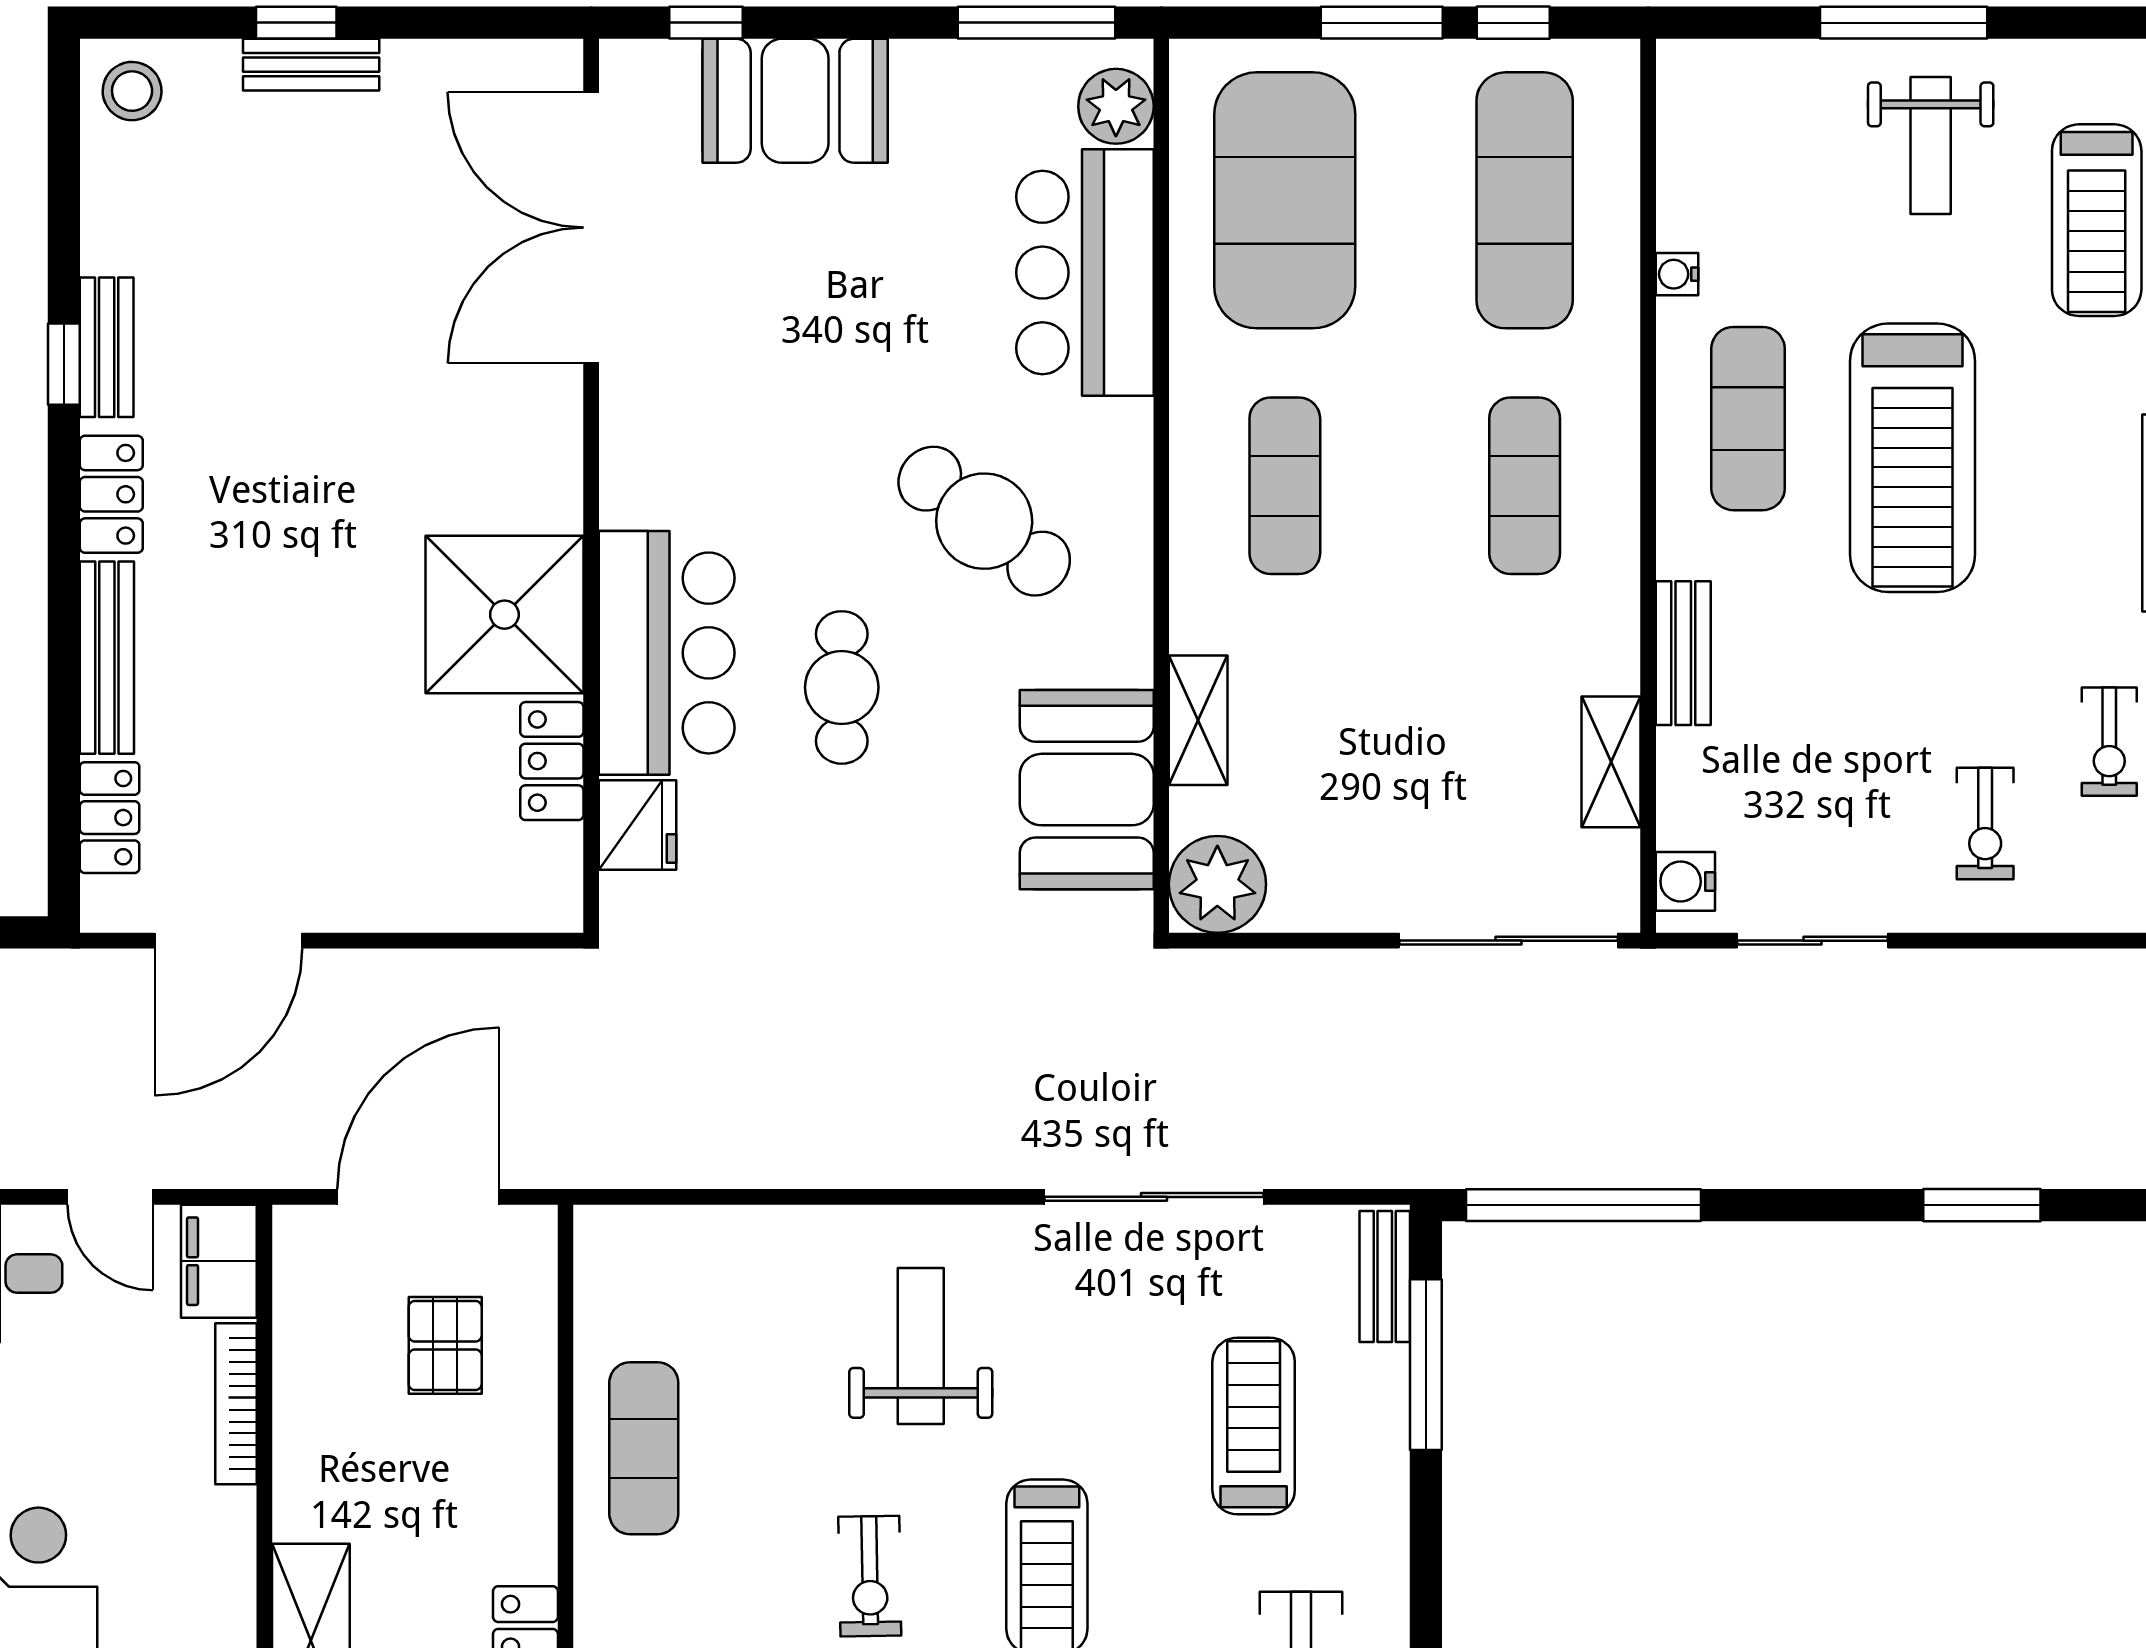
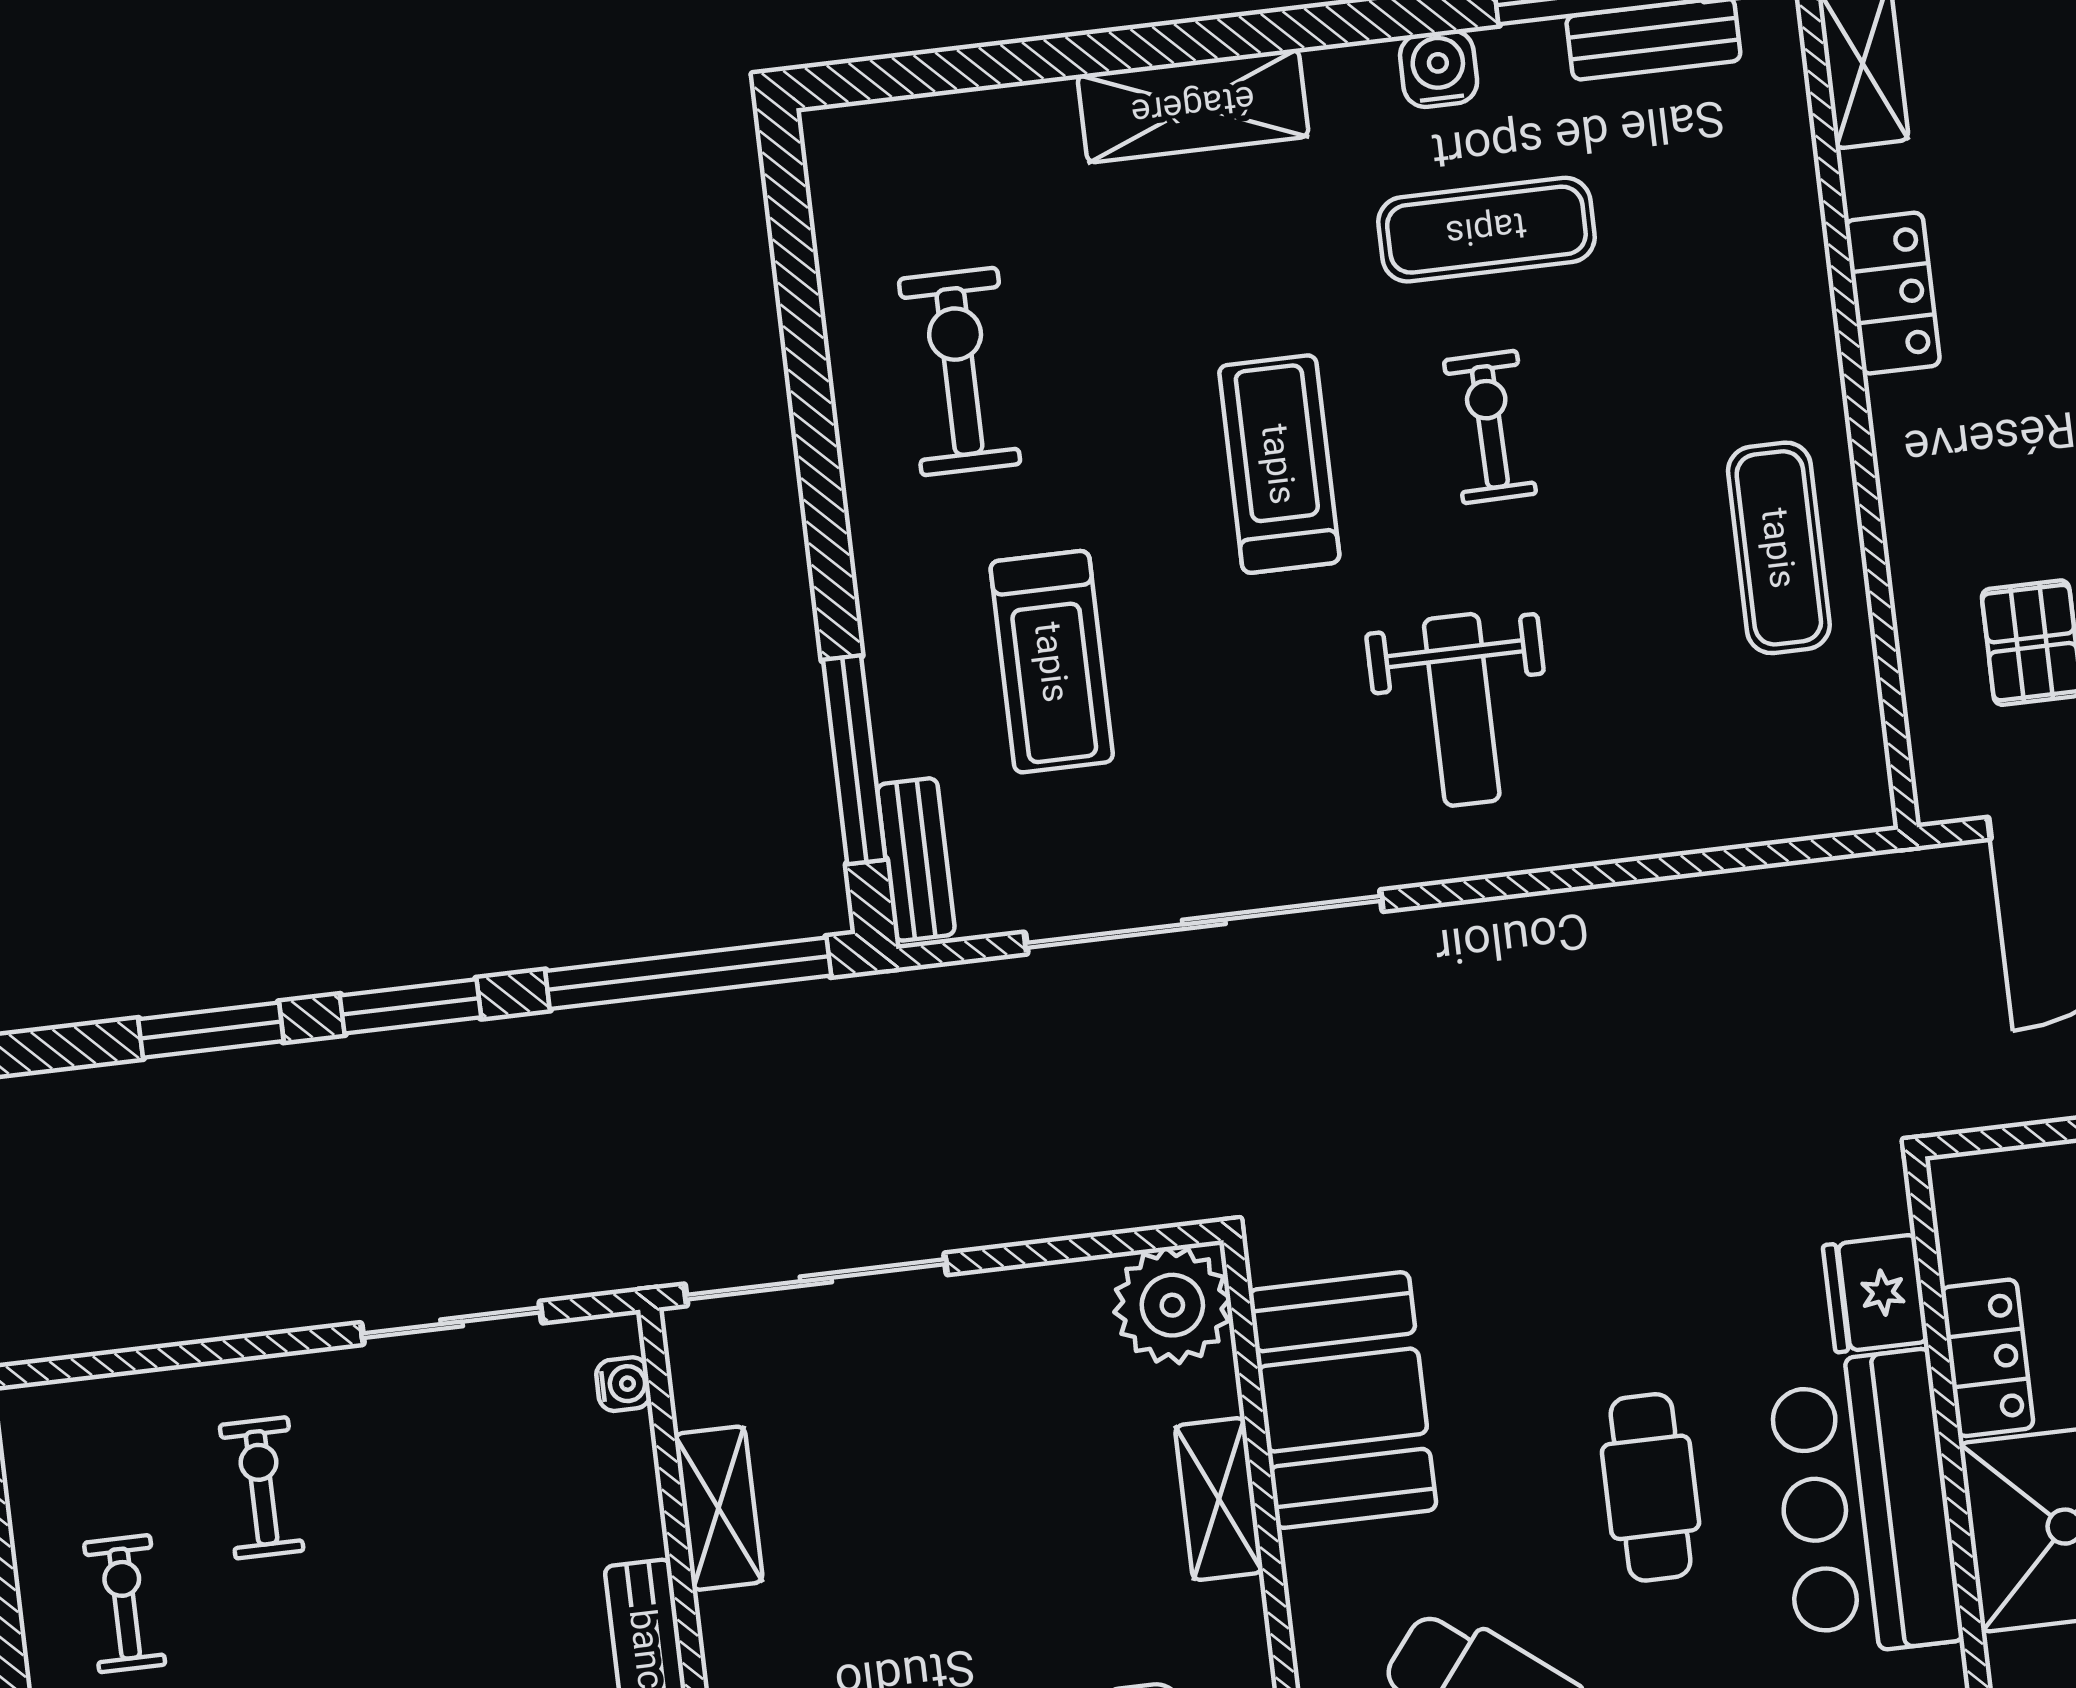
water cooler: (1685, 881) -> (623, 1384), width x0.72, depth x0.72
sliding door: (1154, 1197) -> (1204, 922), width x1.36
window: (1815, 1205) -> (410, 1006), added

